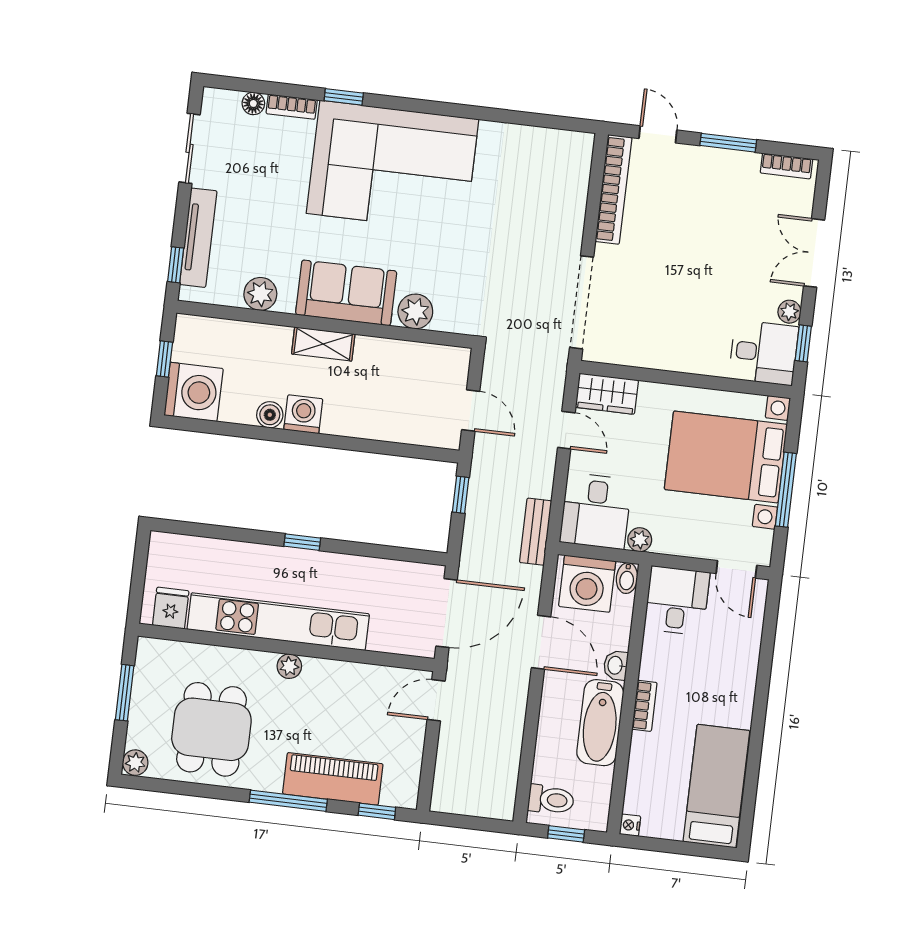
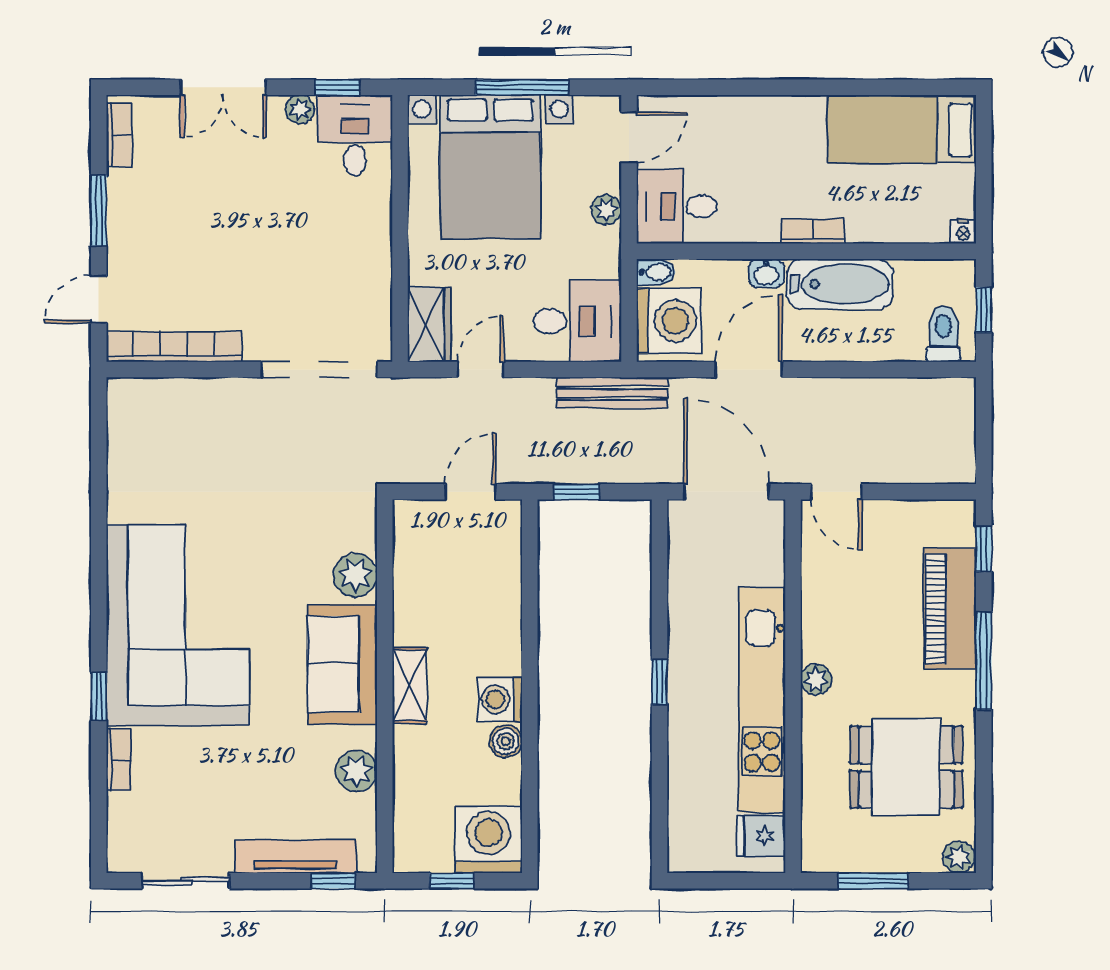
floor lamp: (253, 103) -> (120, 808), removed
bench: (536, 532) -> (612, 393), width x1.36
plant: (640, 540) -> (606, 210), moved

